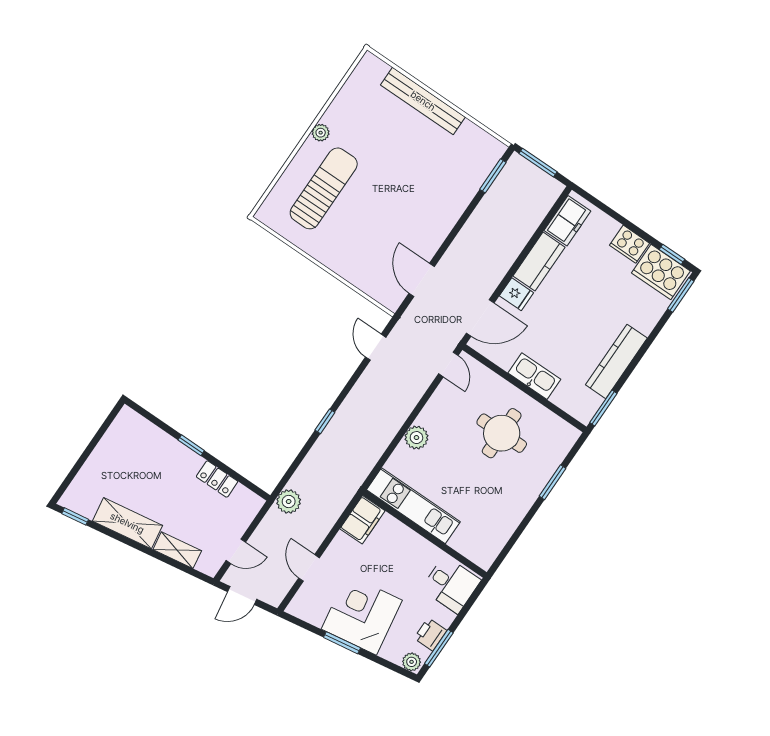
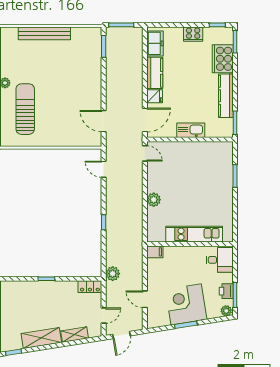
cooker: (661, 272) -> (223, 59), moved, turned 90
round table: (502, 433) -> (194, 169), removed
locker: (217, 479) -> (90, 287), moved
kitchen unit: (413, 506) -> (194, 234), moved
filing cabinet: (362, 520) -> (155, 252), width x0.50

